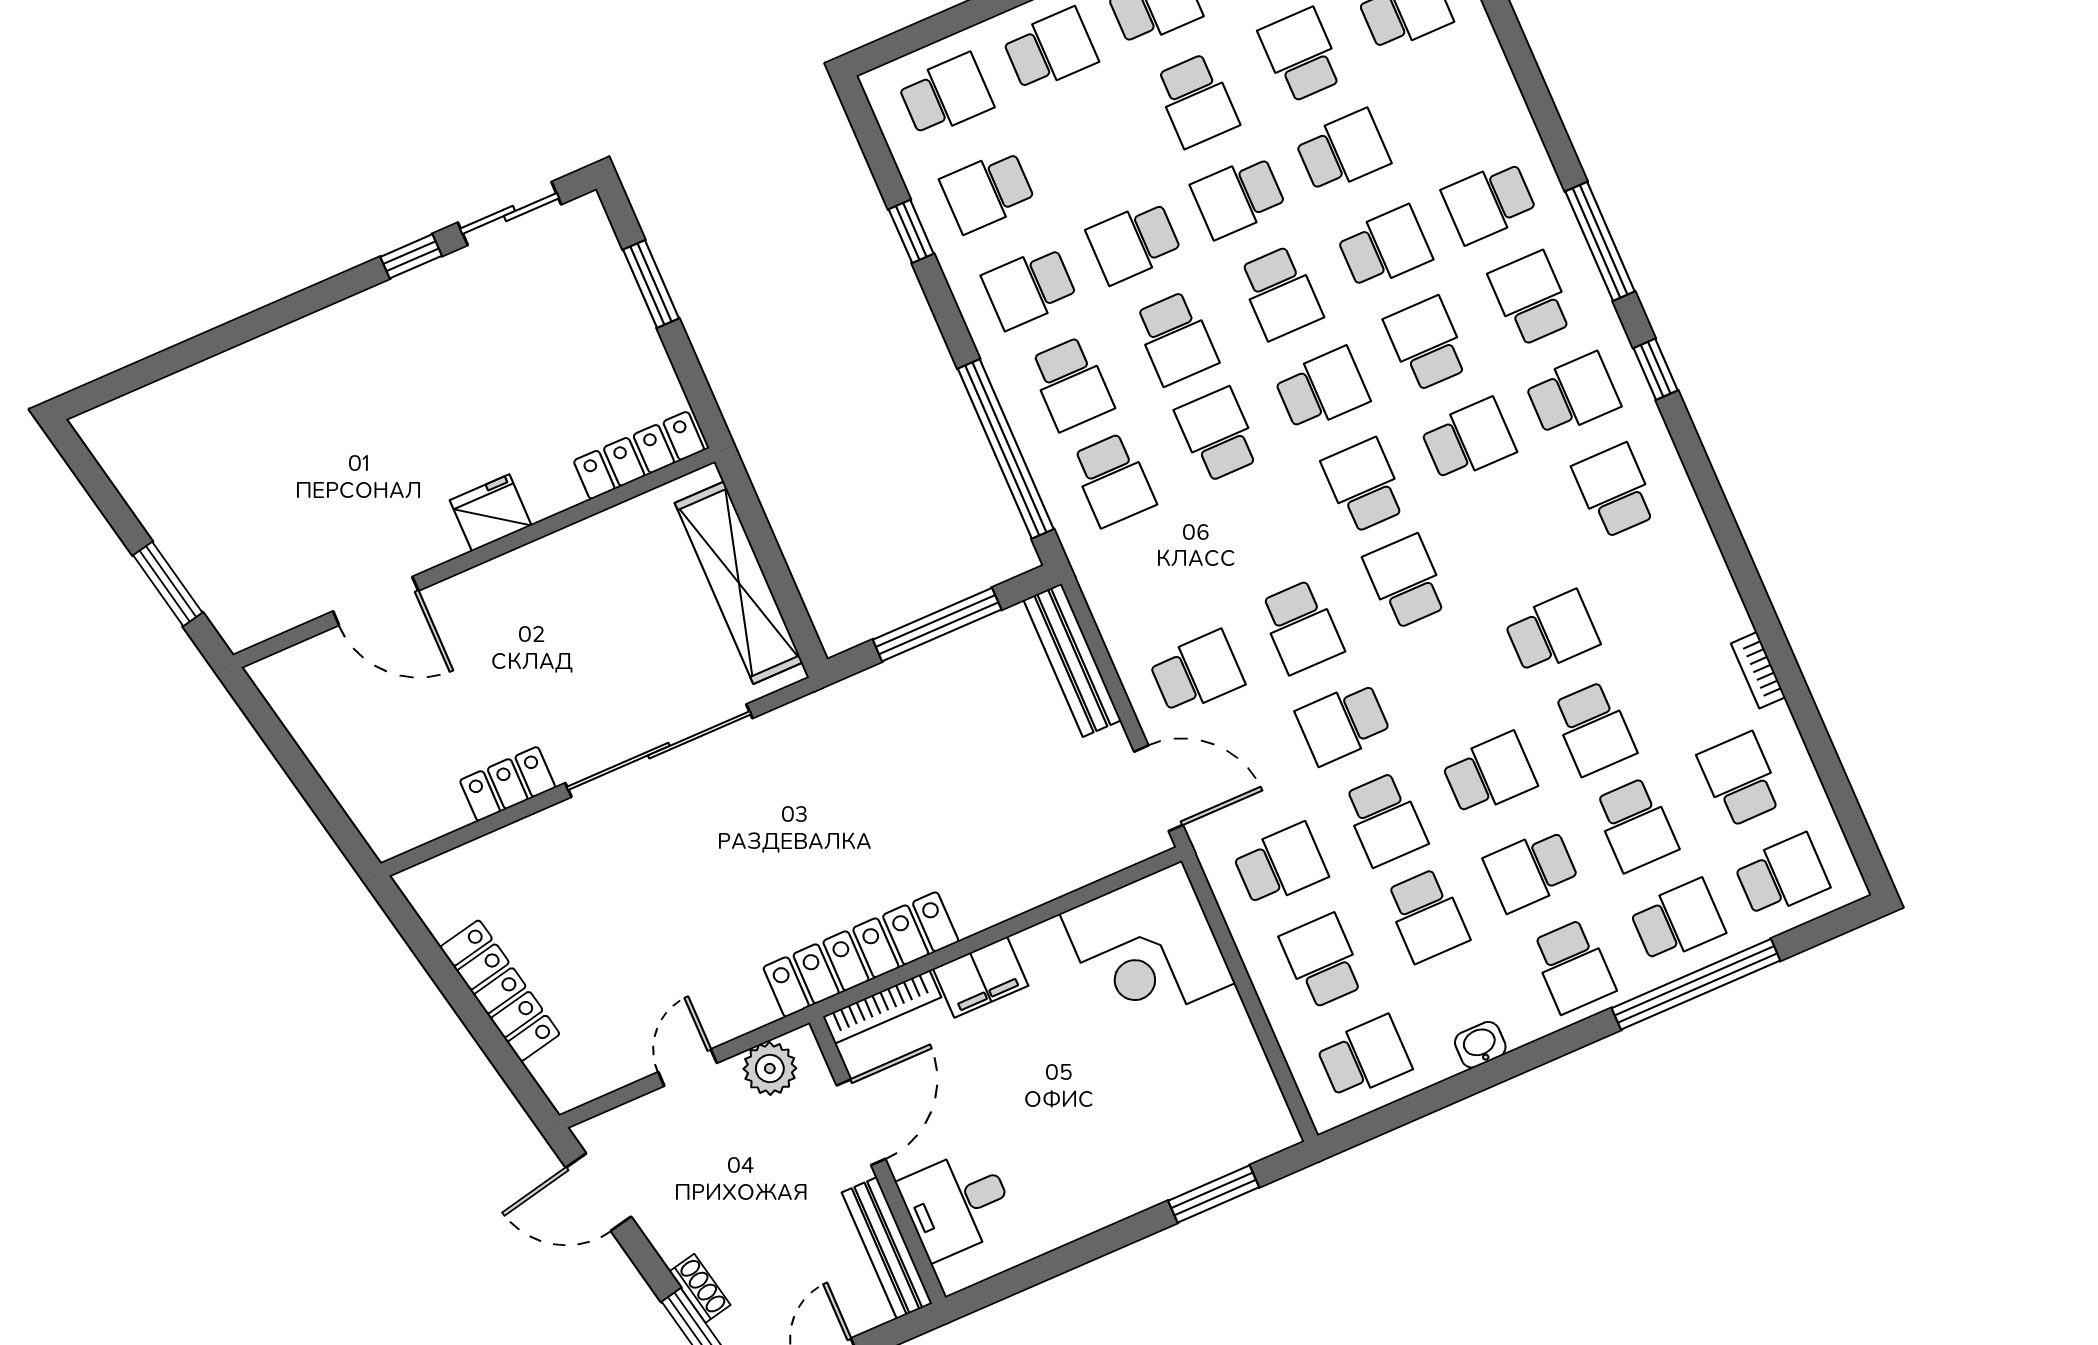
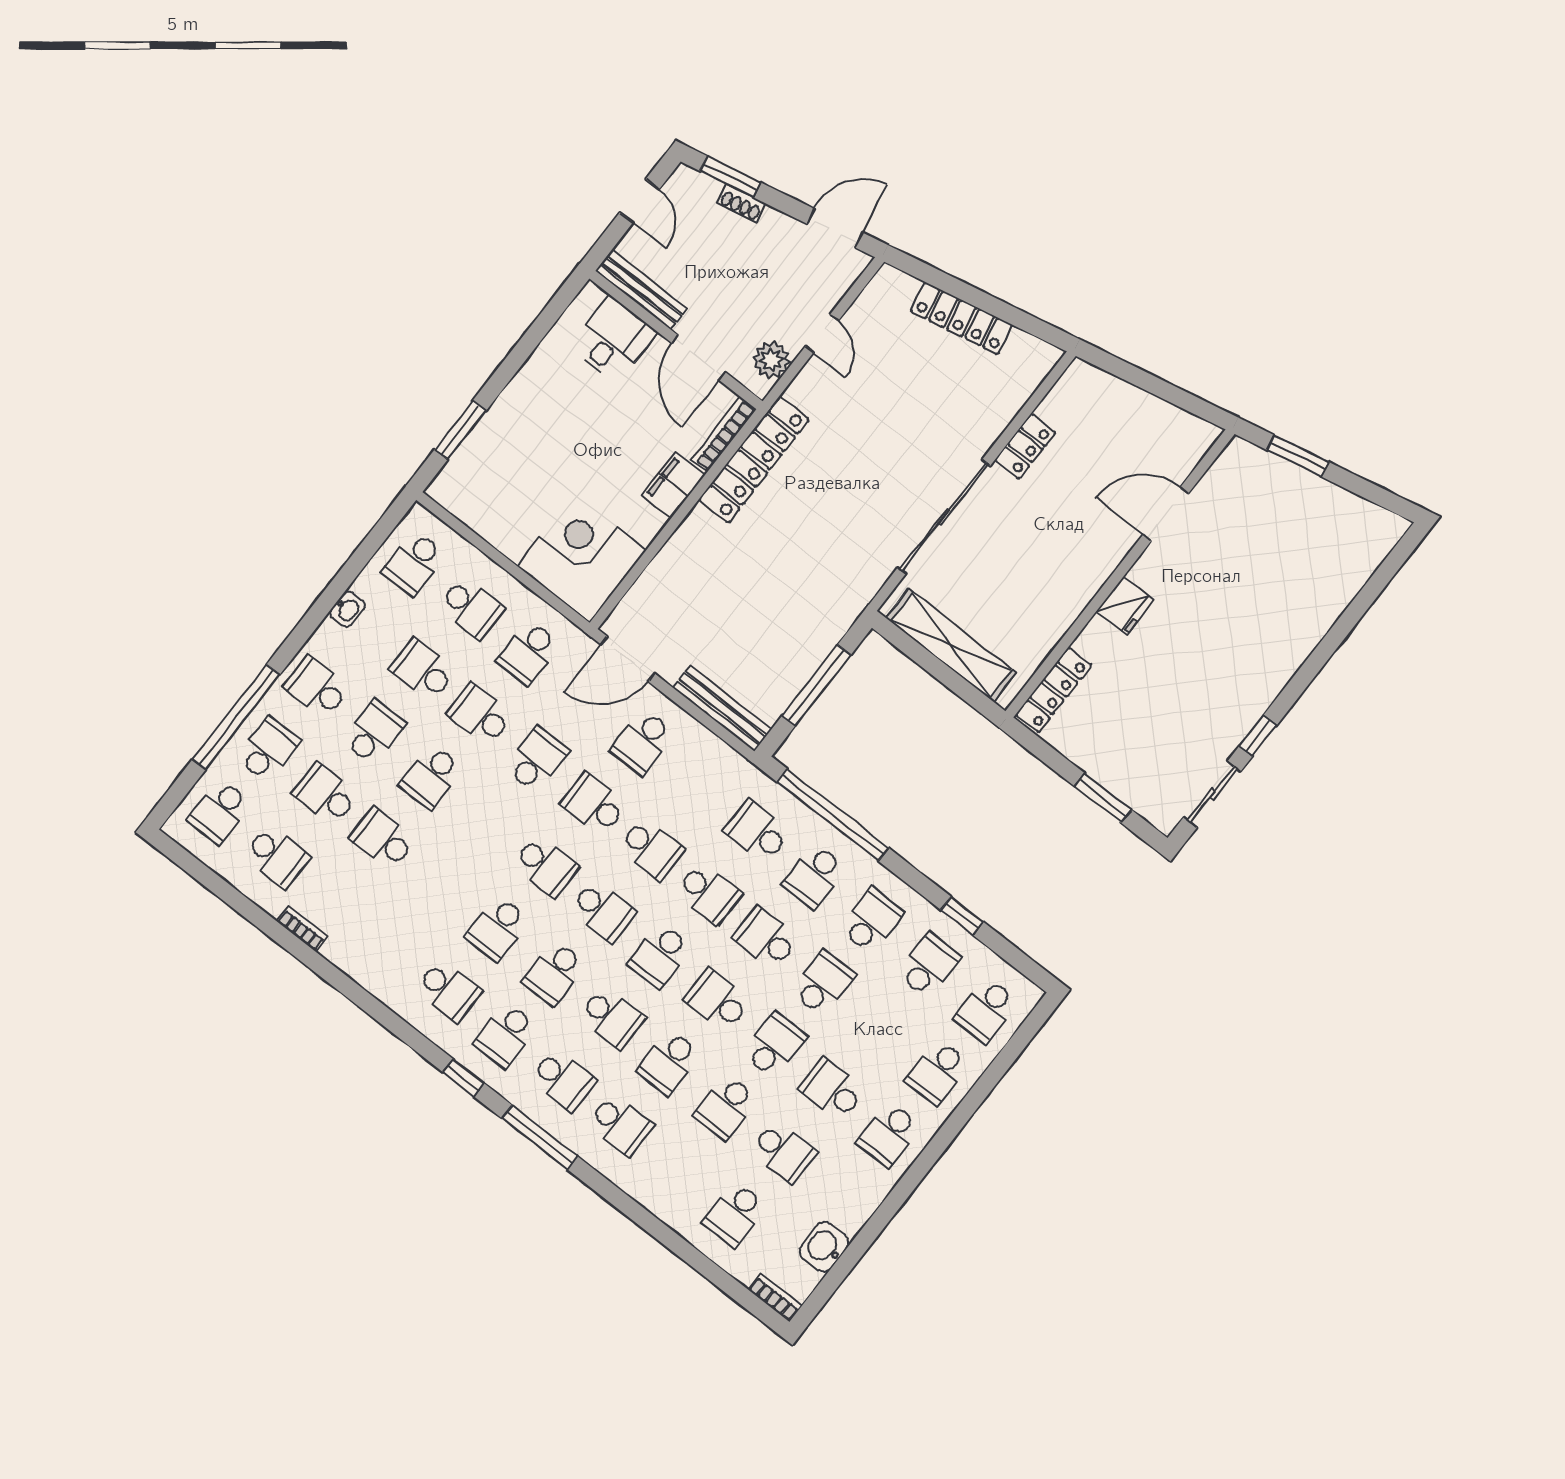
school desk: (1489, 202) -> (620, 1125), turned 90
school desk: (1071, 384) -> (814, 876), turned -90
school desk: (1259, 531) -> (651, 849), added
school desk: (1552, 632) -> (497, 928), moved
school desk: (1677, 921) -> (268, 750), turned 180

